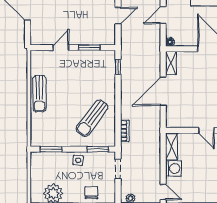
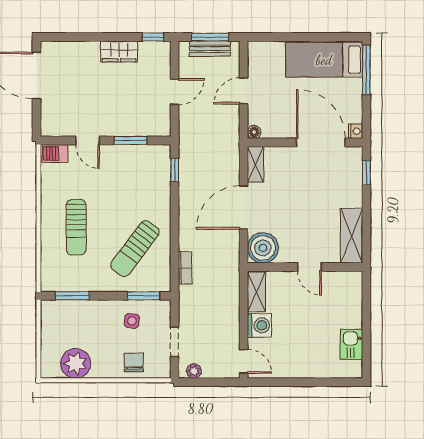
door: (61, 48) -> (87, 141), swing flipped
barbecue: (40, 56) -> (55, 153), added
sun lounger: (39, 94) -> (76, 227), moved
boiler: (176, 118) -> (263, 248), added
side table: (78, 160) -> (132, 321), moved
doorway: (118, 169) -> (175, 342), moved

